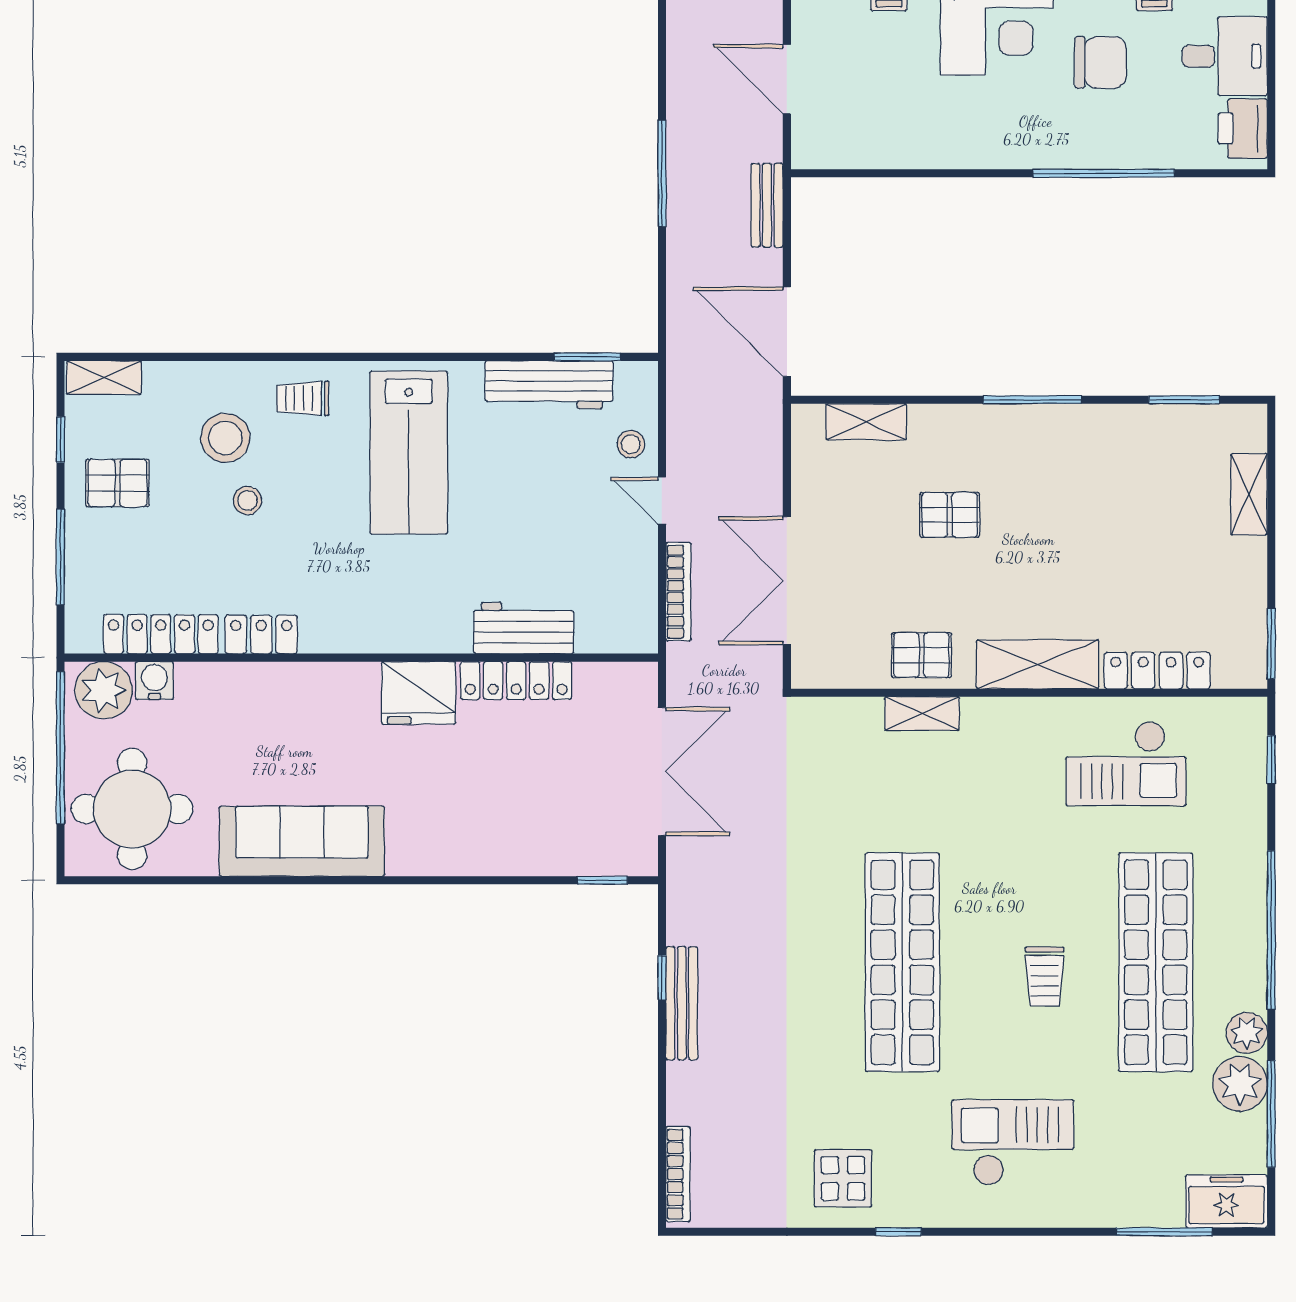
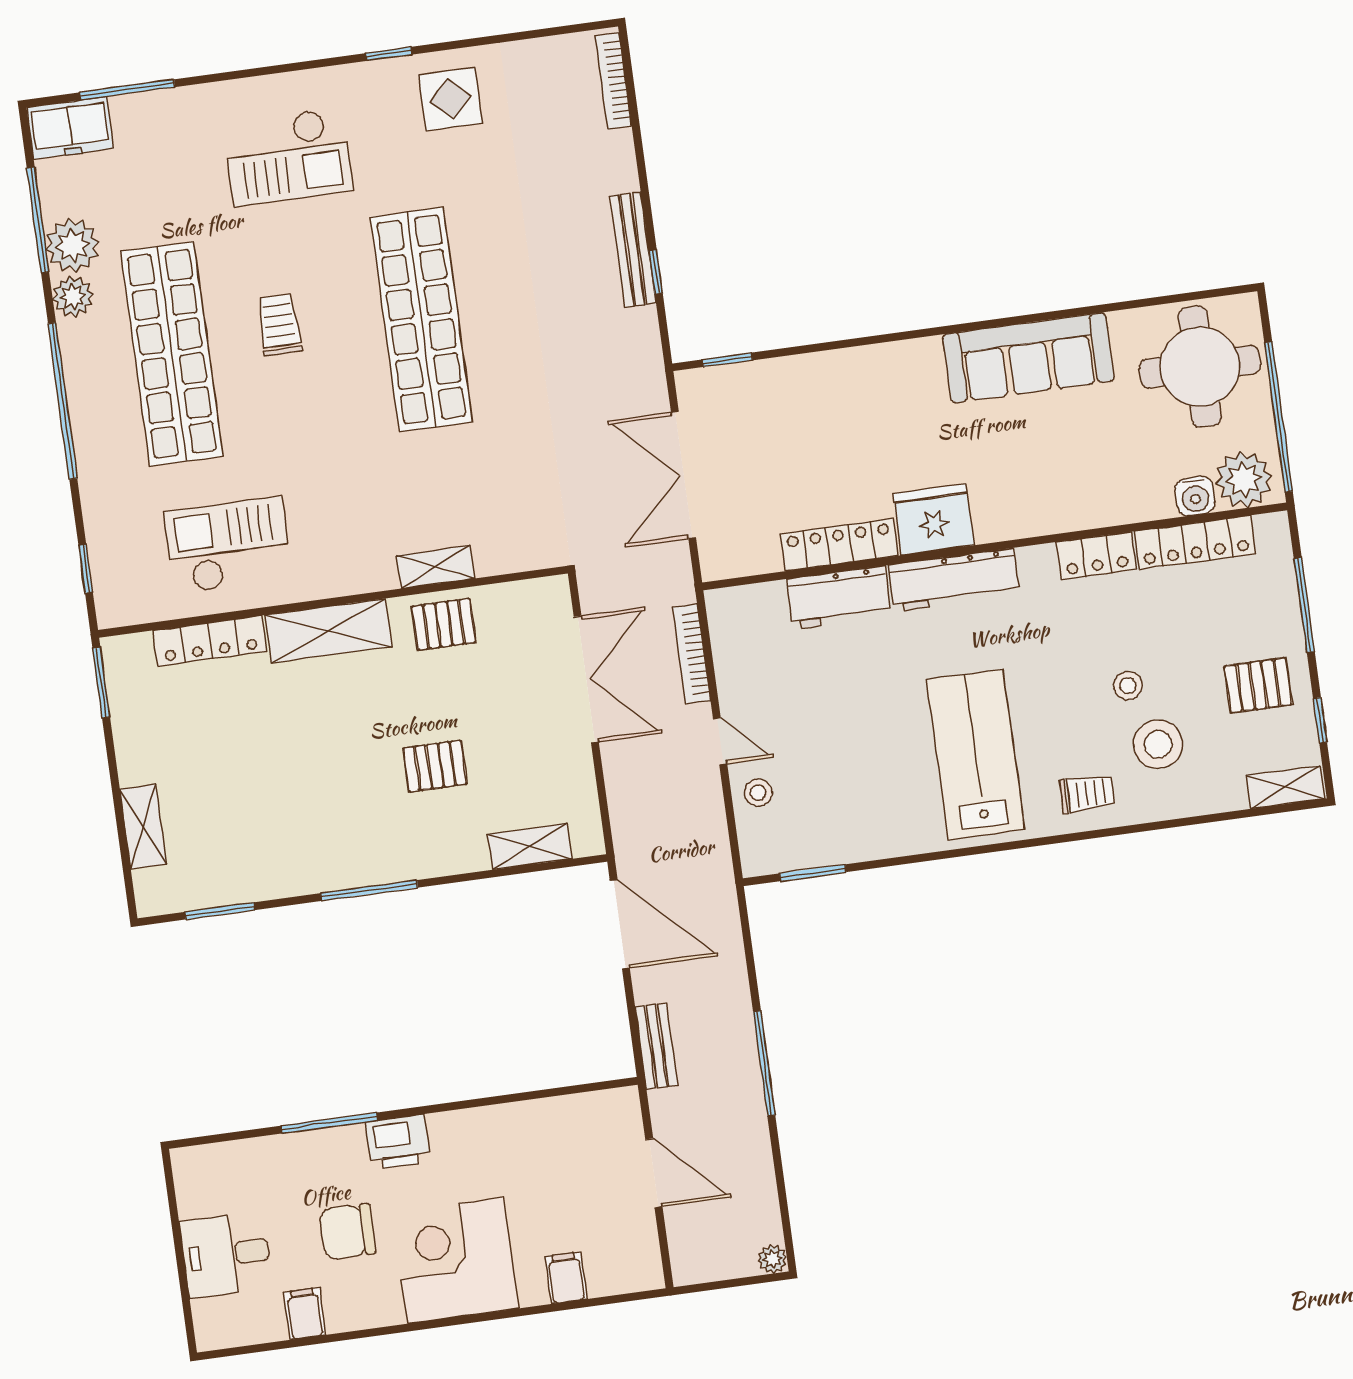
printer: (1243, 129) -> (398, 1142), moved, turned 90
window: (1104, 173) -> (329, 1123), width x0.68
workbench: (549, 385) -> (954, 580), moved, turned 180

